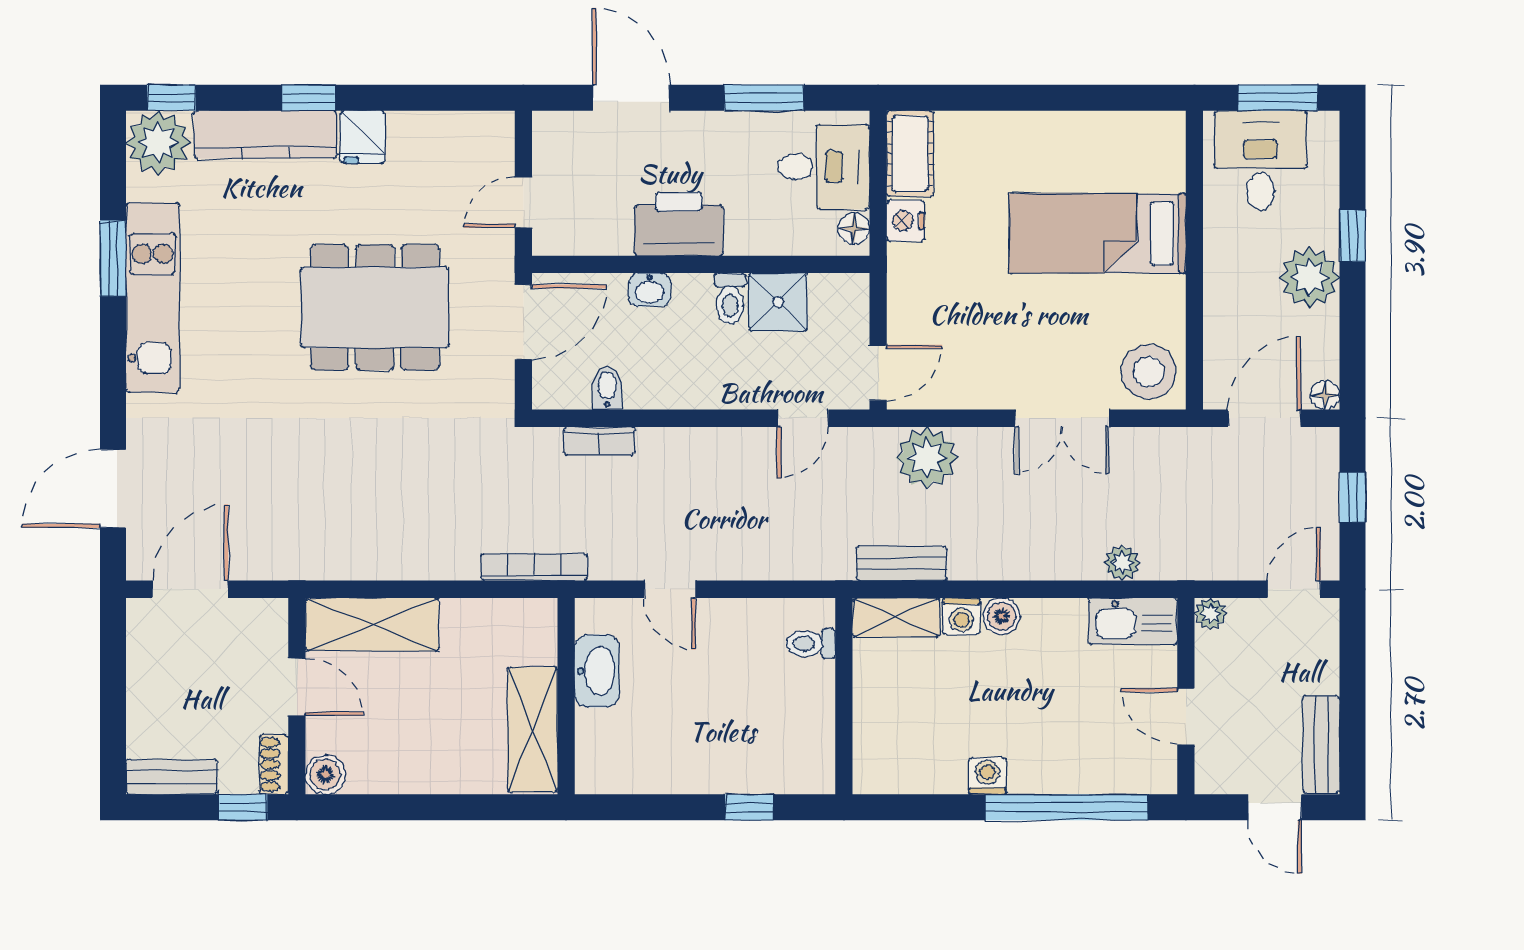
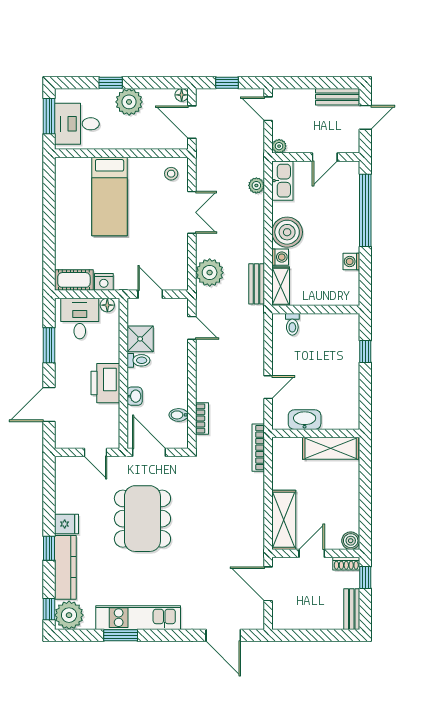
stool: (1149, 372) -> (171, 174), width x0.53, depth x0.53
door: (878, 373) -> (150, 294), moved
door: (190, 589) -> (268, 584), moved
boiler: (1002, 616) -> (287, 232), width x1.86, depth x1.86
washing machine: (987, 776) -> (351, 261), moved

